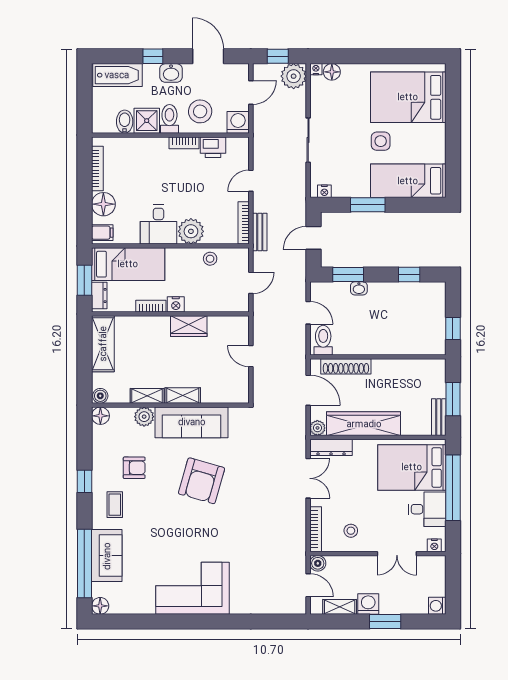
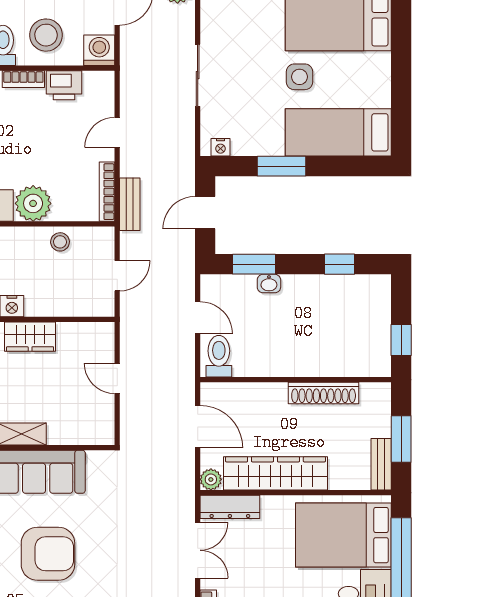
shoe rack: (346, 366) -> (324, 393), moved
armchair: (201, 481) -> (48, 554), turned -106

